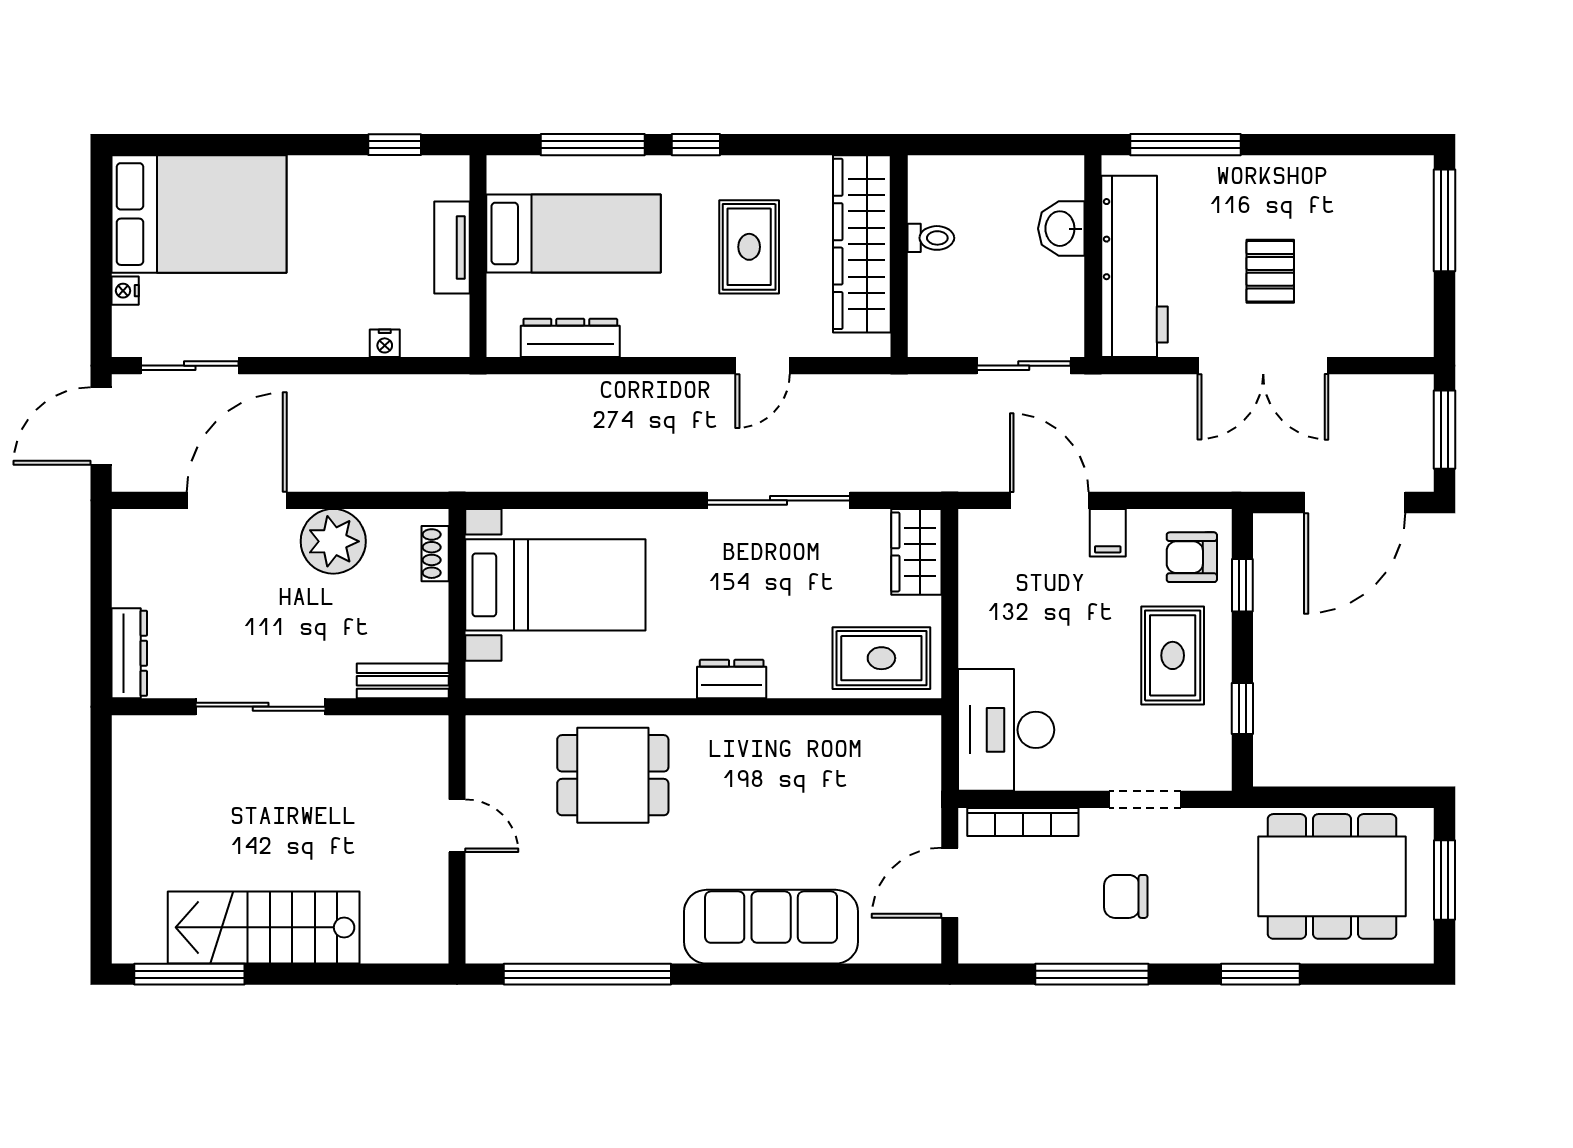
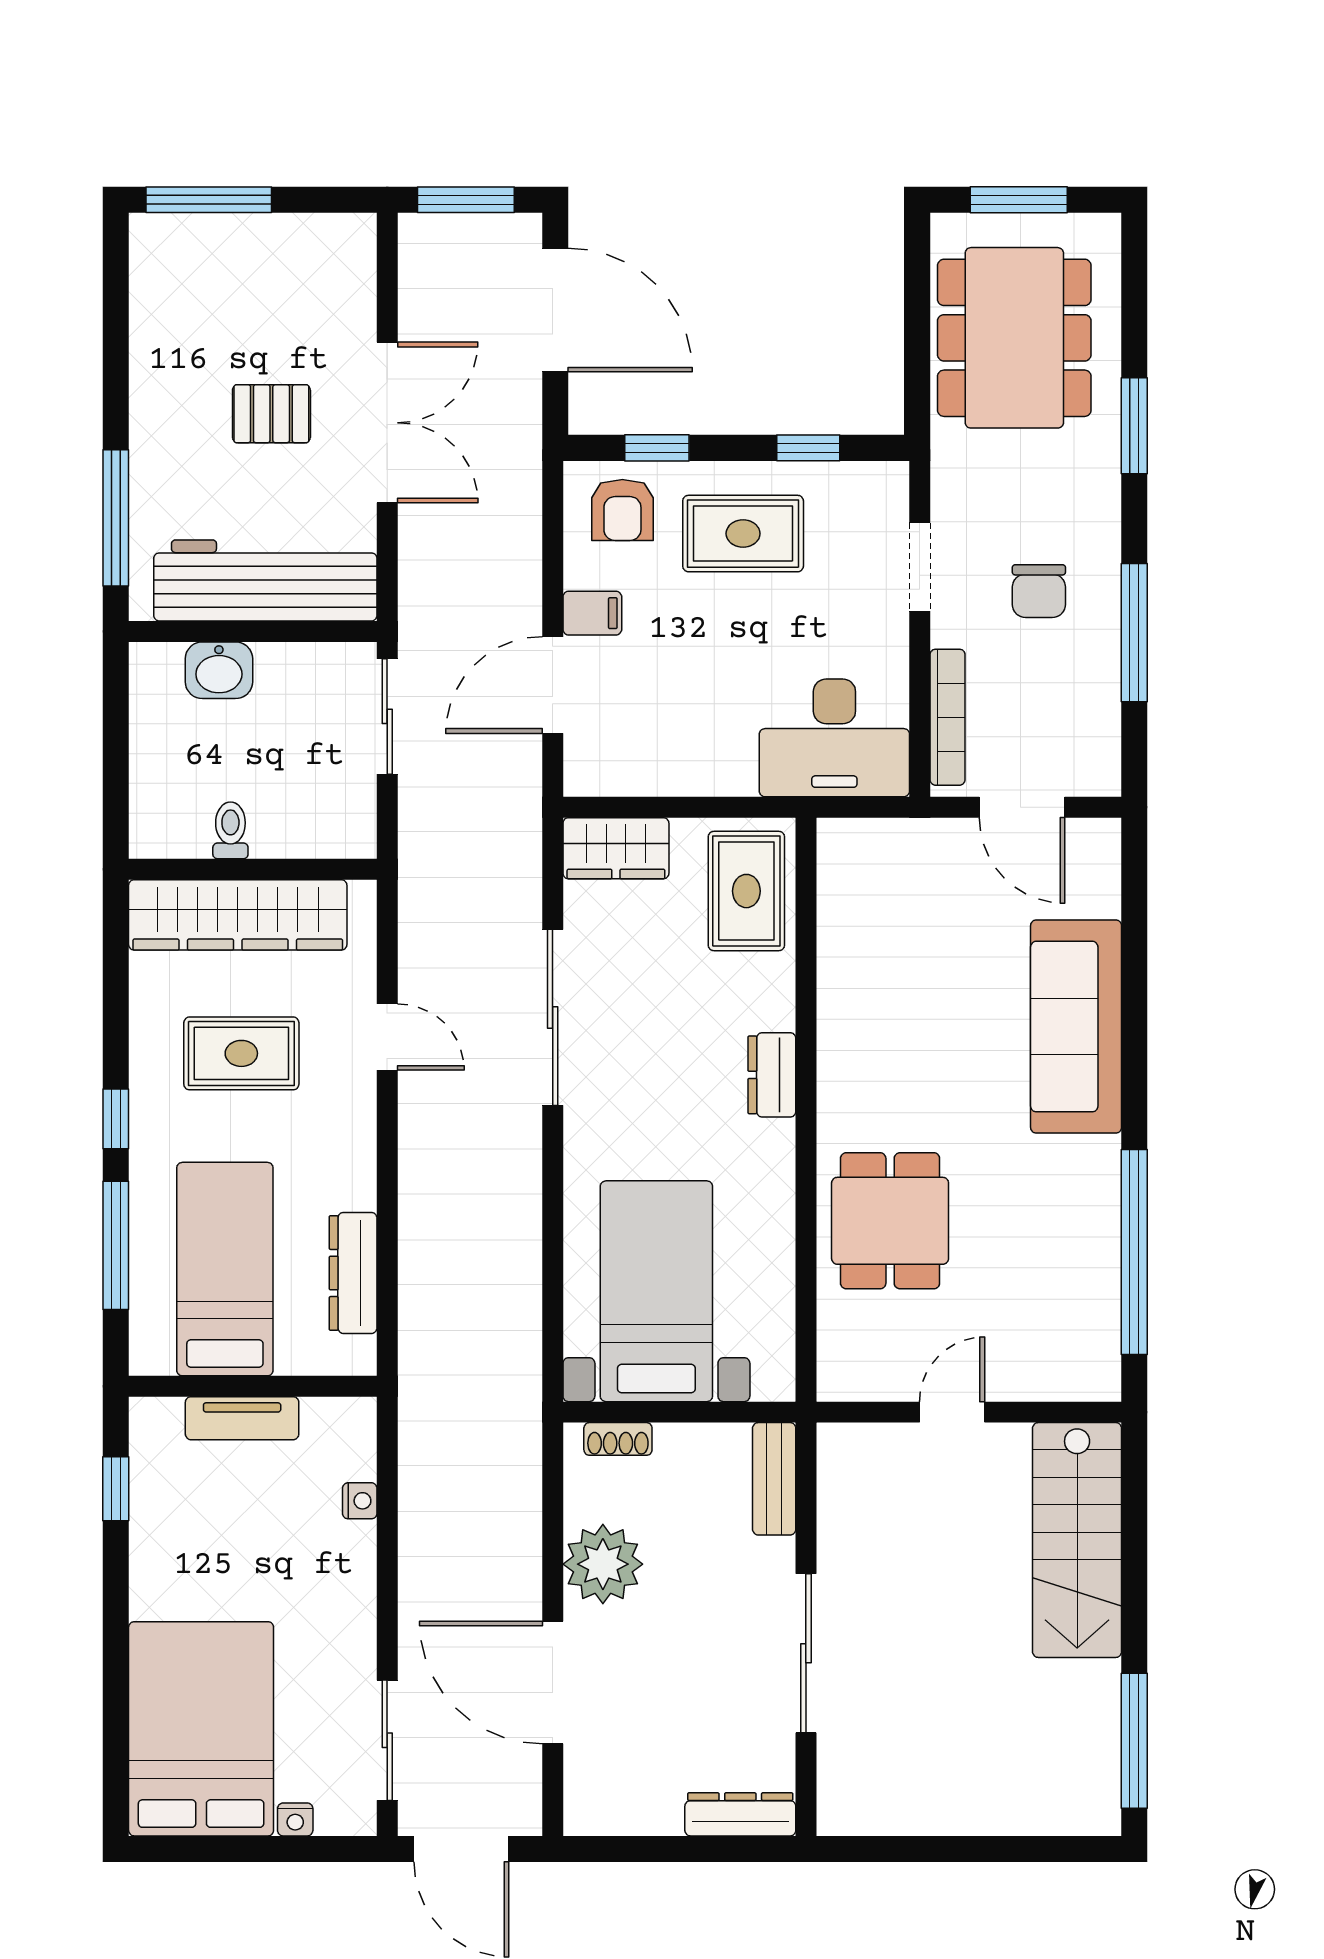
stairs: (264, 927) -> (1077, 1540), moved

